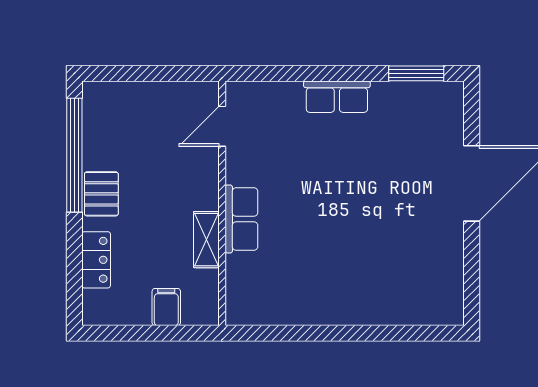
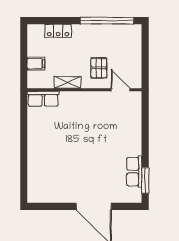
row of seats: (337, 97) -> (134, 172), moved
pallet: (101, 194) -> (99, 68), moved, turned 90
row of seats: (241, 219) -> (43, 99), moved

